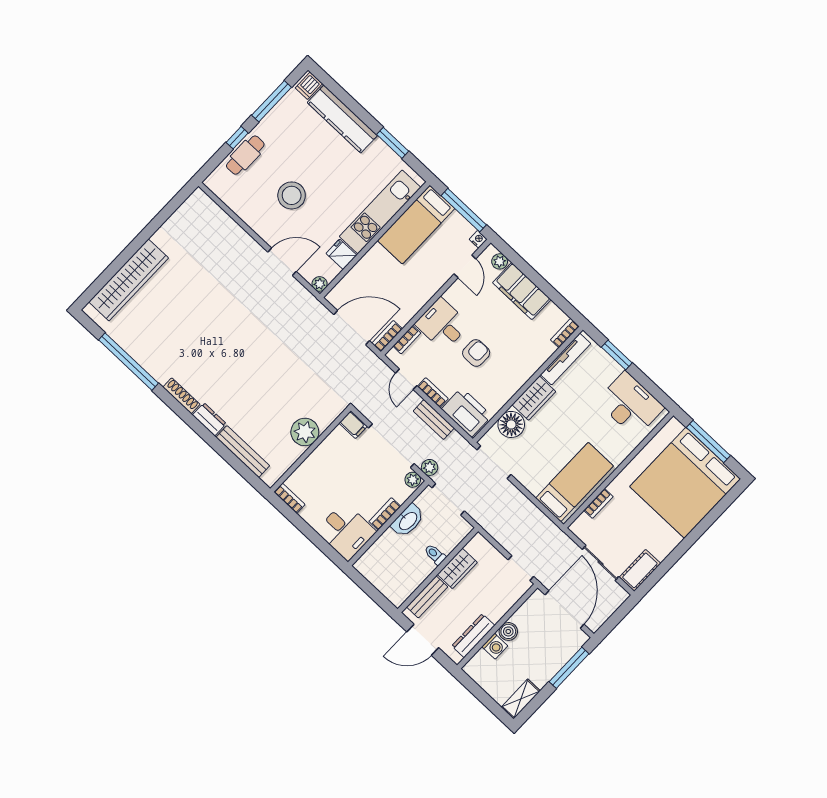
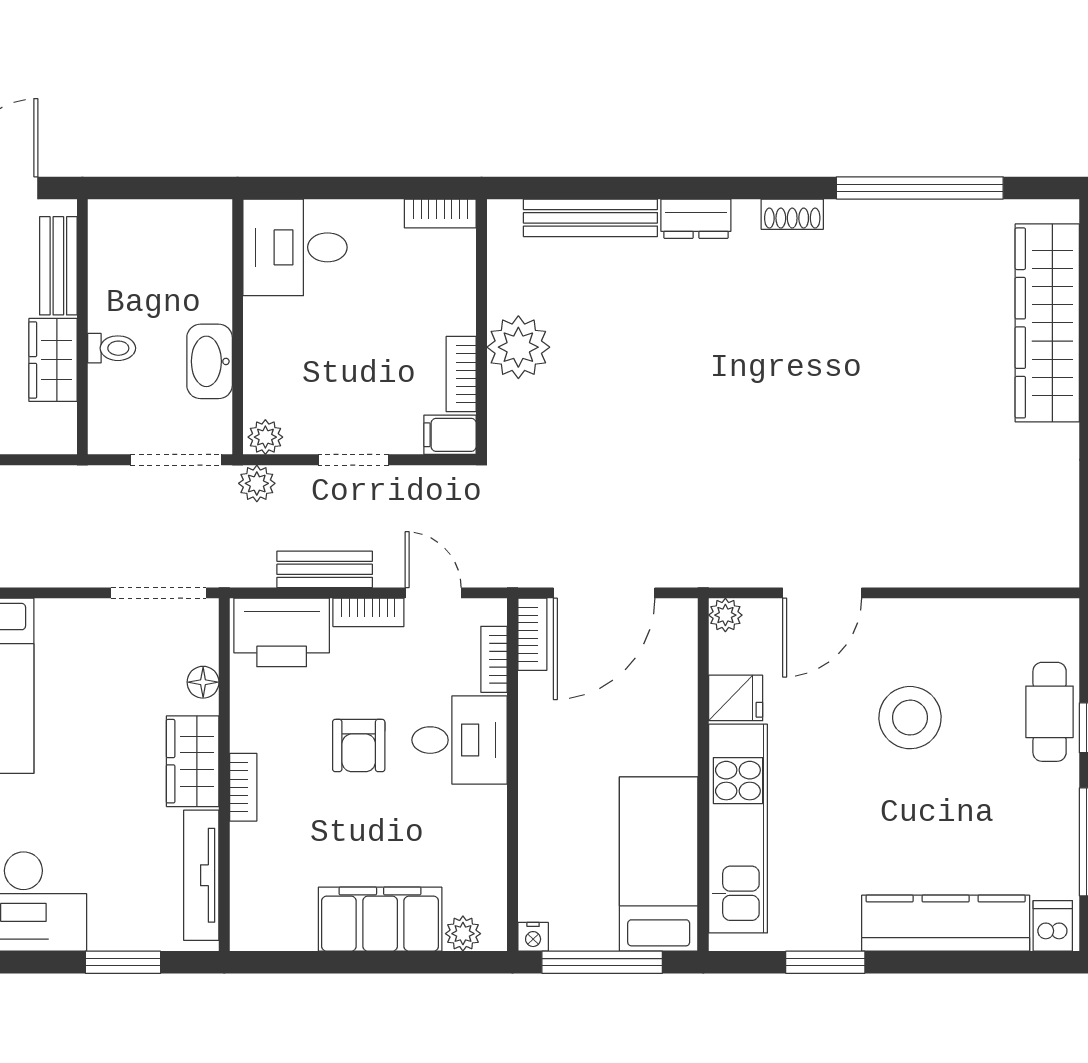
door: (465, 266) -> (513, 871), removed
bookcase: (565, 333) -> (243, 787), moved
shoe rack: (181, 396) -> (792, 214), width x0.70
floor lamp: (511, 424) -> (203, 682), width x0.53, depth x0.53
doorway: (391, 446) -> (354, 460), width x0.53
bookcase: (385, 514) -> (461, 374), moved, turned 180

